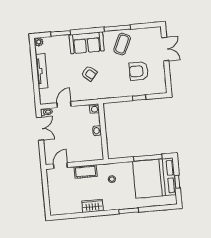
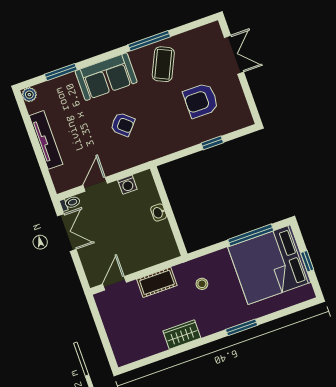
washing machine: (94, 109) -> (127, 185), moved

